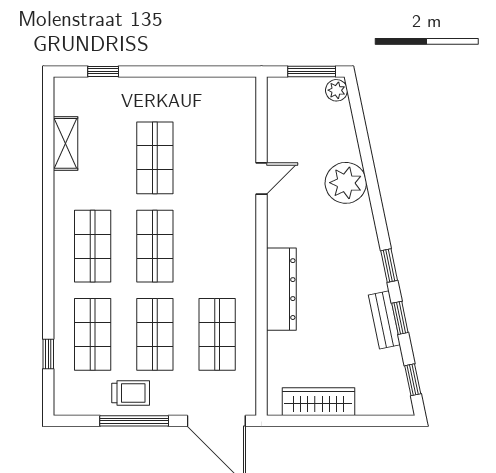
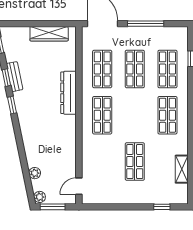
door: (262, 178) -> (79, 186), moved
plant: (346, 183) -> (35, 173), moved, width x0.53, depth x0.53
shop shelf: (155, 246) -> (102, 115), moved
trolley: (131, 393) -> (147, 38), removed

